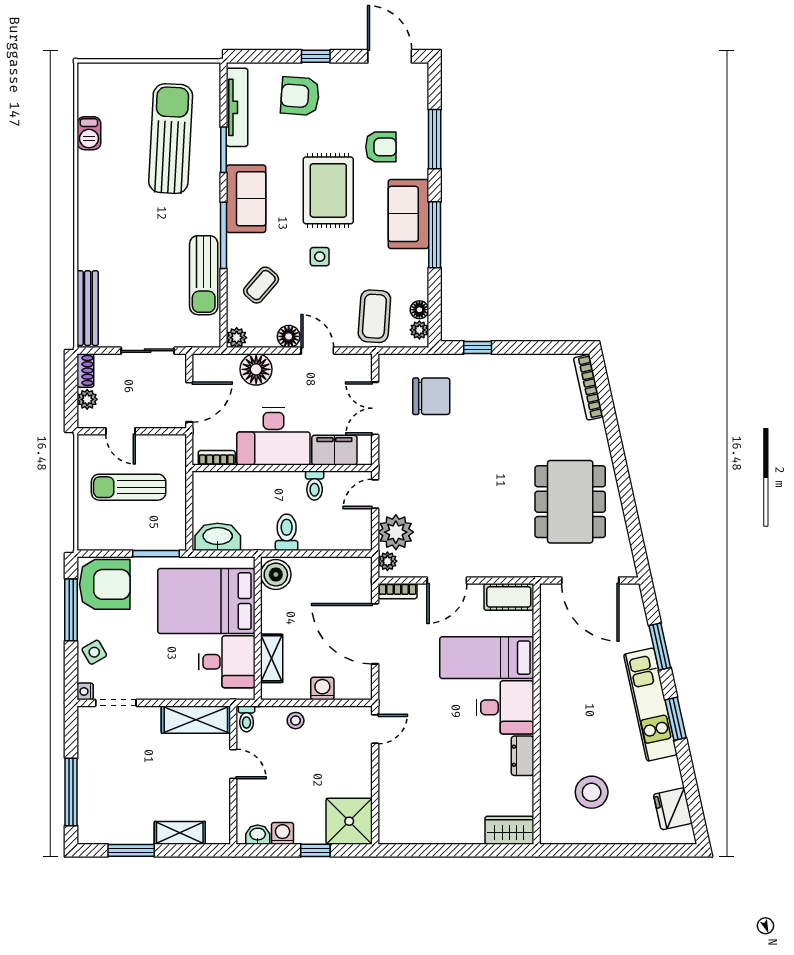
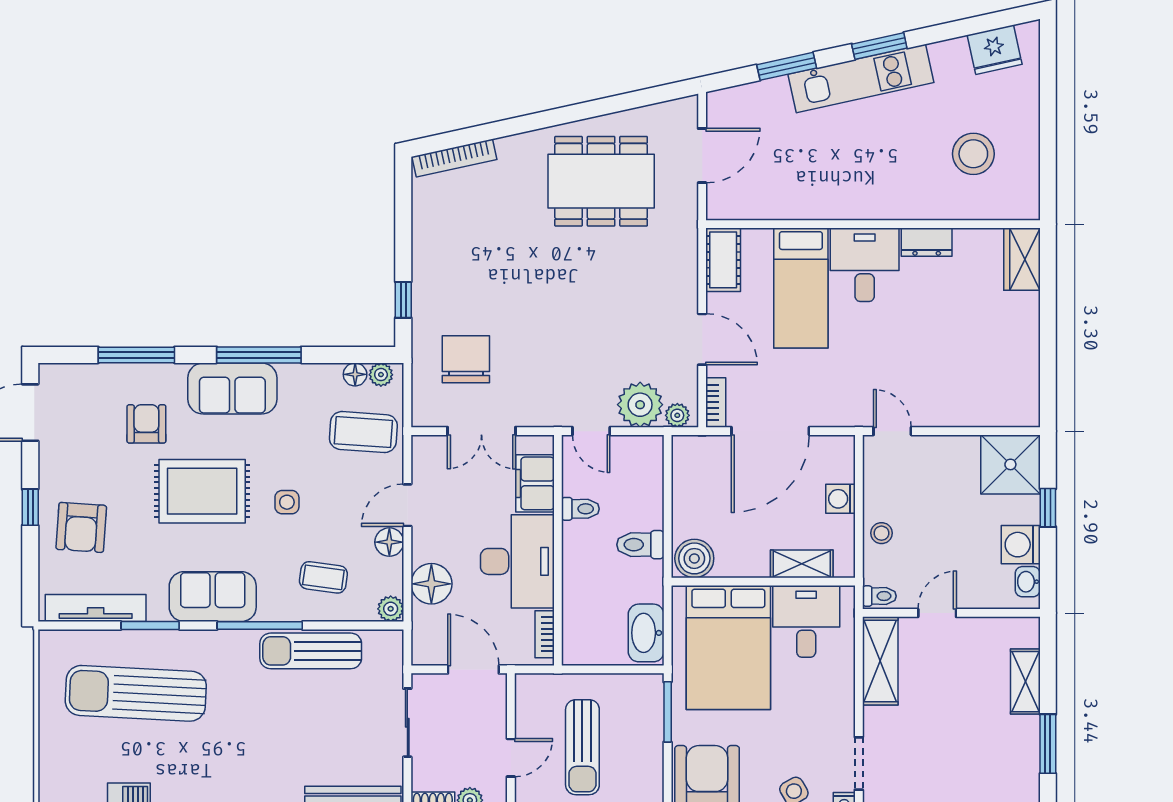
sun lounger: (204, 275) -> (311, 651), turned 180
coffee table: (261, 285) -> (323, 577), turned -33
door: (590, 581) -> (702, 156), width x0.73
washing machine: (283, 833) -> (1021, 545), width x1.38, depth x1.38

